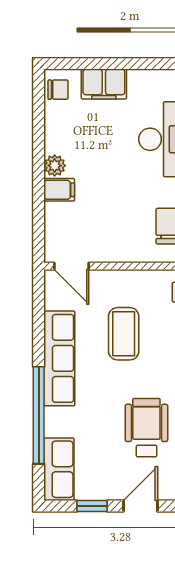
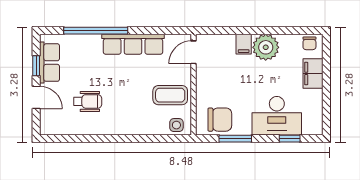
plant: (55, 166) -> (266, 47), width x1.88, depth x1.88
coffee table: (124, 334) -> (170, 95), moved
wheelchair: (146, 428) -> (88, 101), width x0.73, depth x0.73
row of seats: (59, 469) -> (50, 63), moved, turned -90

